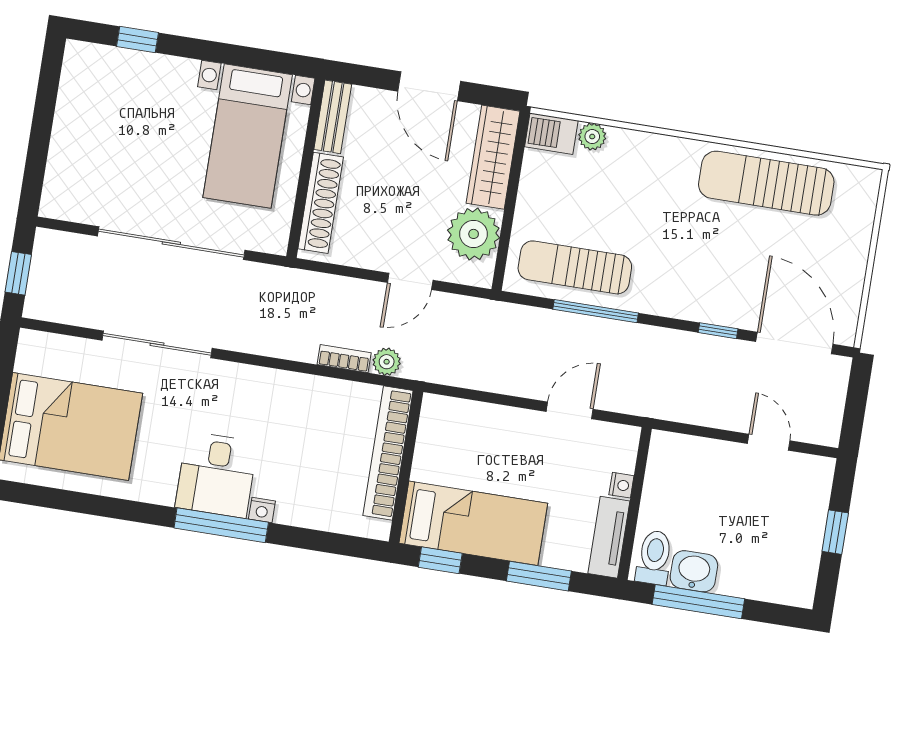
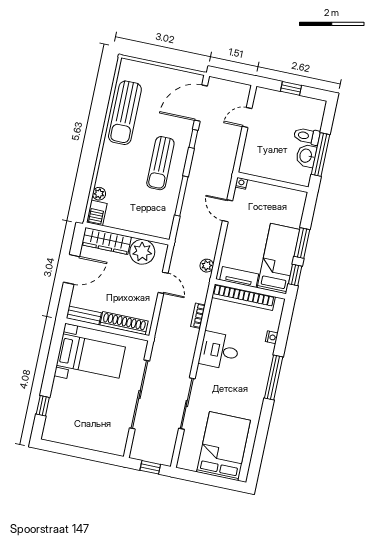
sun lounger: (575, 267) -> (160, 163), moved
plant: (387, 362) -> (207, 266), moved
desk: (216, 475) -> (219, 351), moved, turned 180
nightstand: (621, 485) -> (241, 183), moved
nightstand: (262, 510) -> (272, 337), moved
tv unit: (609, 537) -> (239, 277), moved, turned 180
toilet: (654, 557) -> (307, 136), moved
window: (539, 576) -> (302, 243), moved

